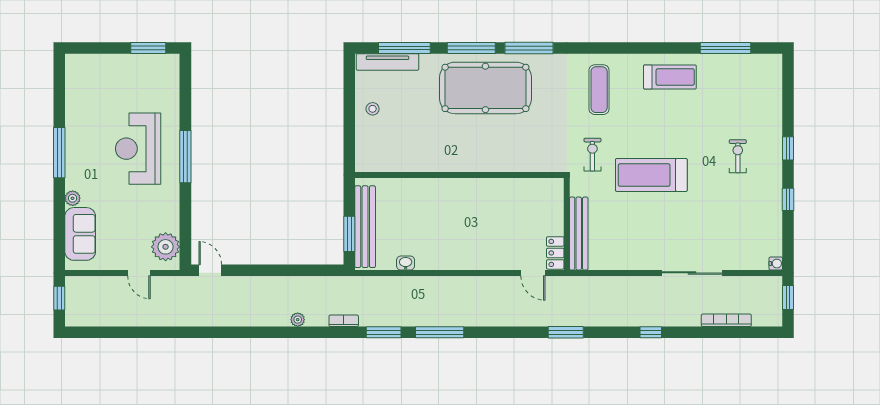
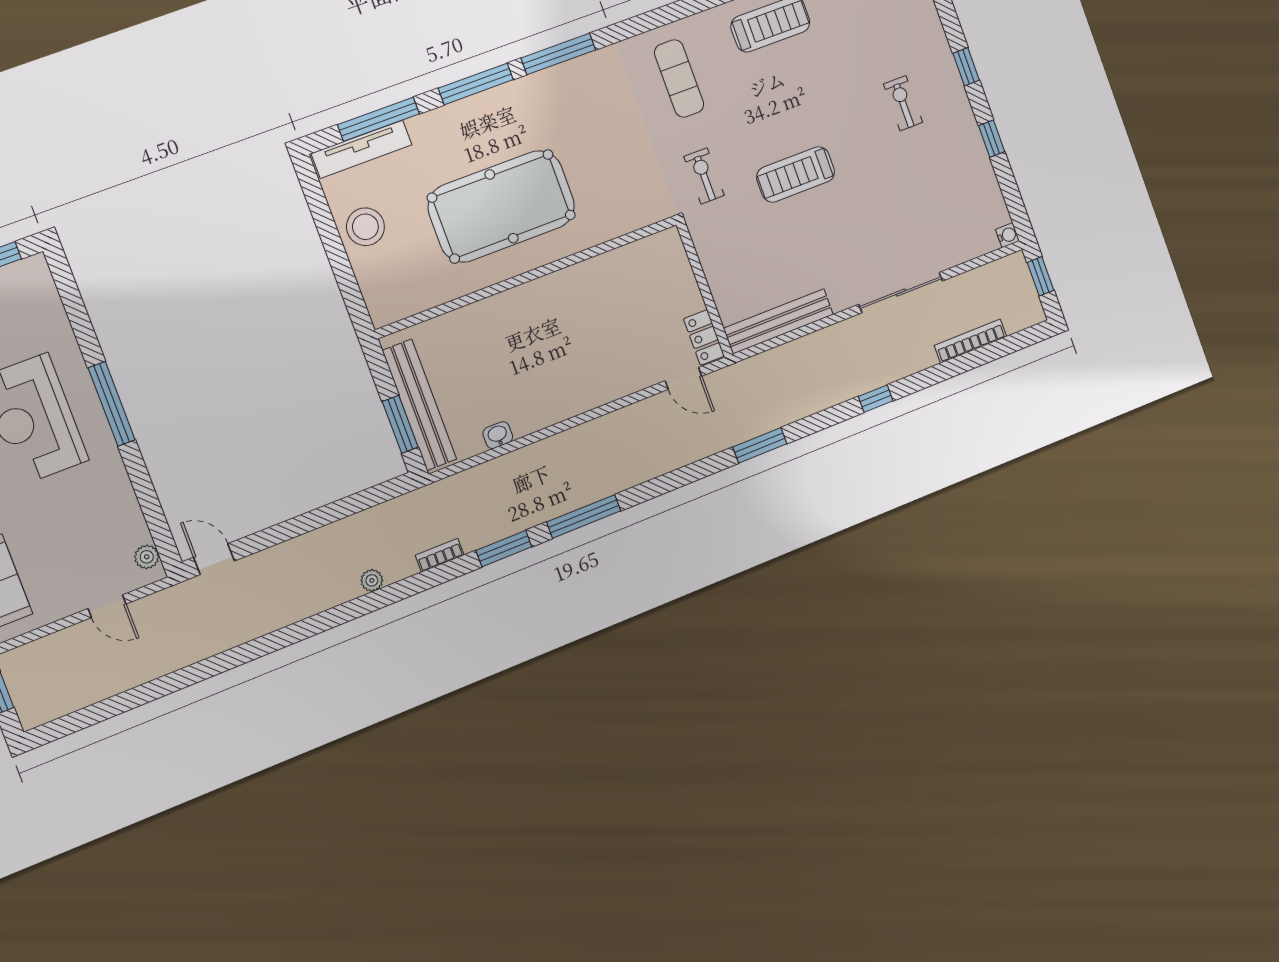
pool table: (485, 88) -> (502, 206), moved
stool: (373, 109) -> (365, 227), width x1.89, depth x1.89
treadmill: (651, 175) -> (796, 174), width x0.73, depth x0.73
bench: (579, 234) -> (779, 321), moved, turned 90
plant: (166, 247) -> (147, 557), width x0.53, depth x0.53

